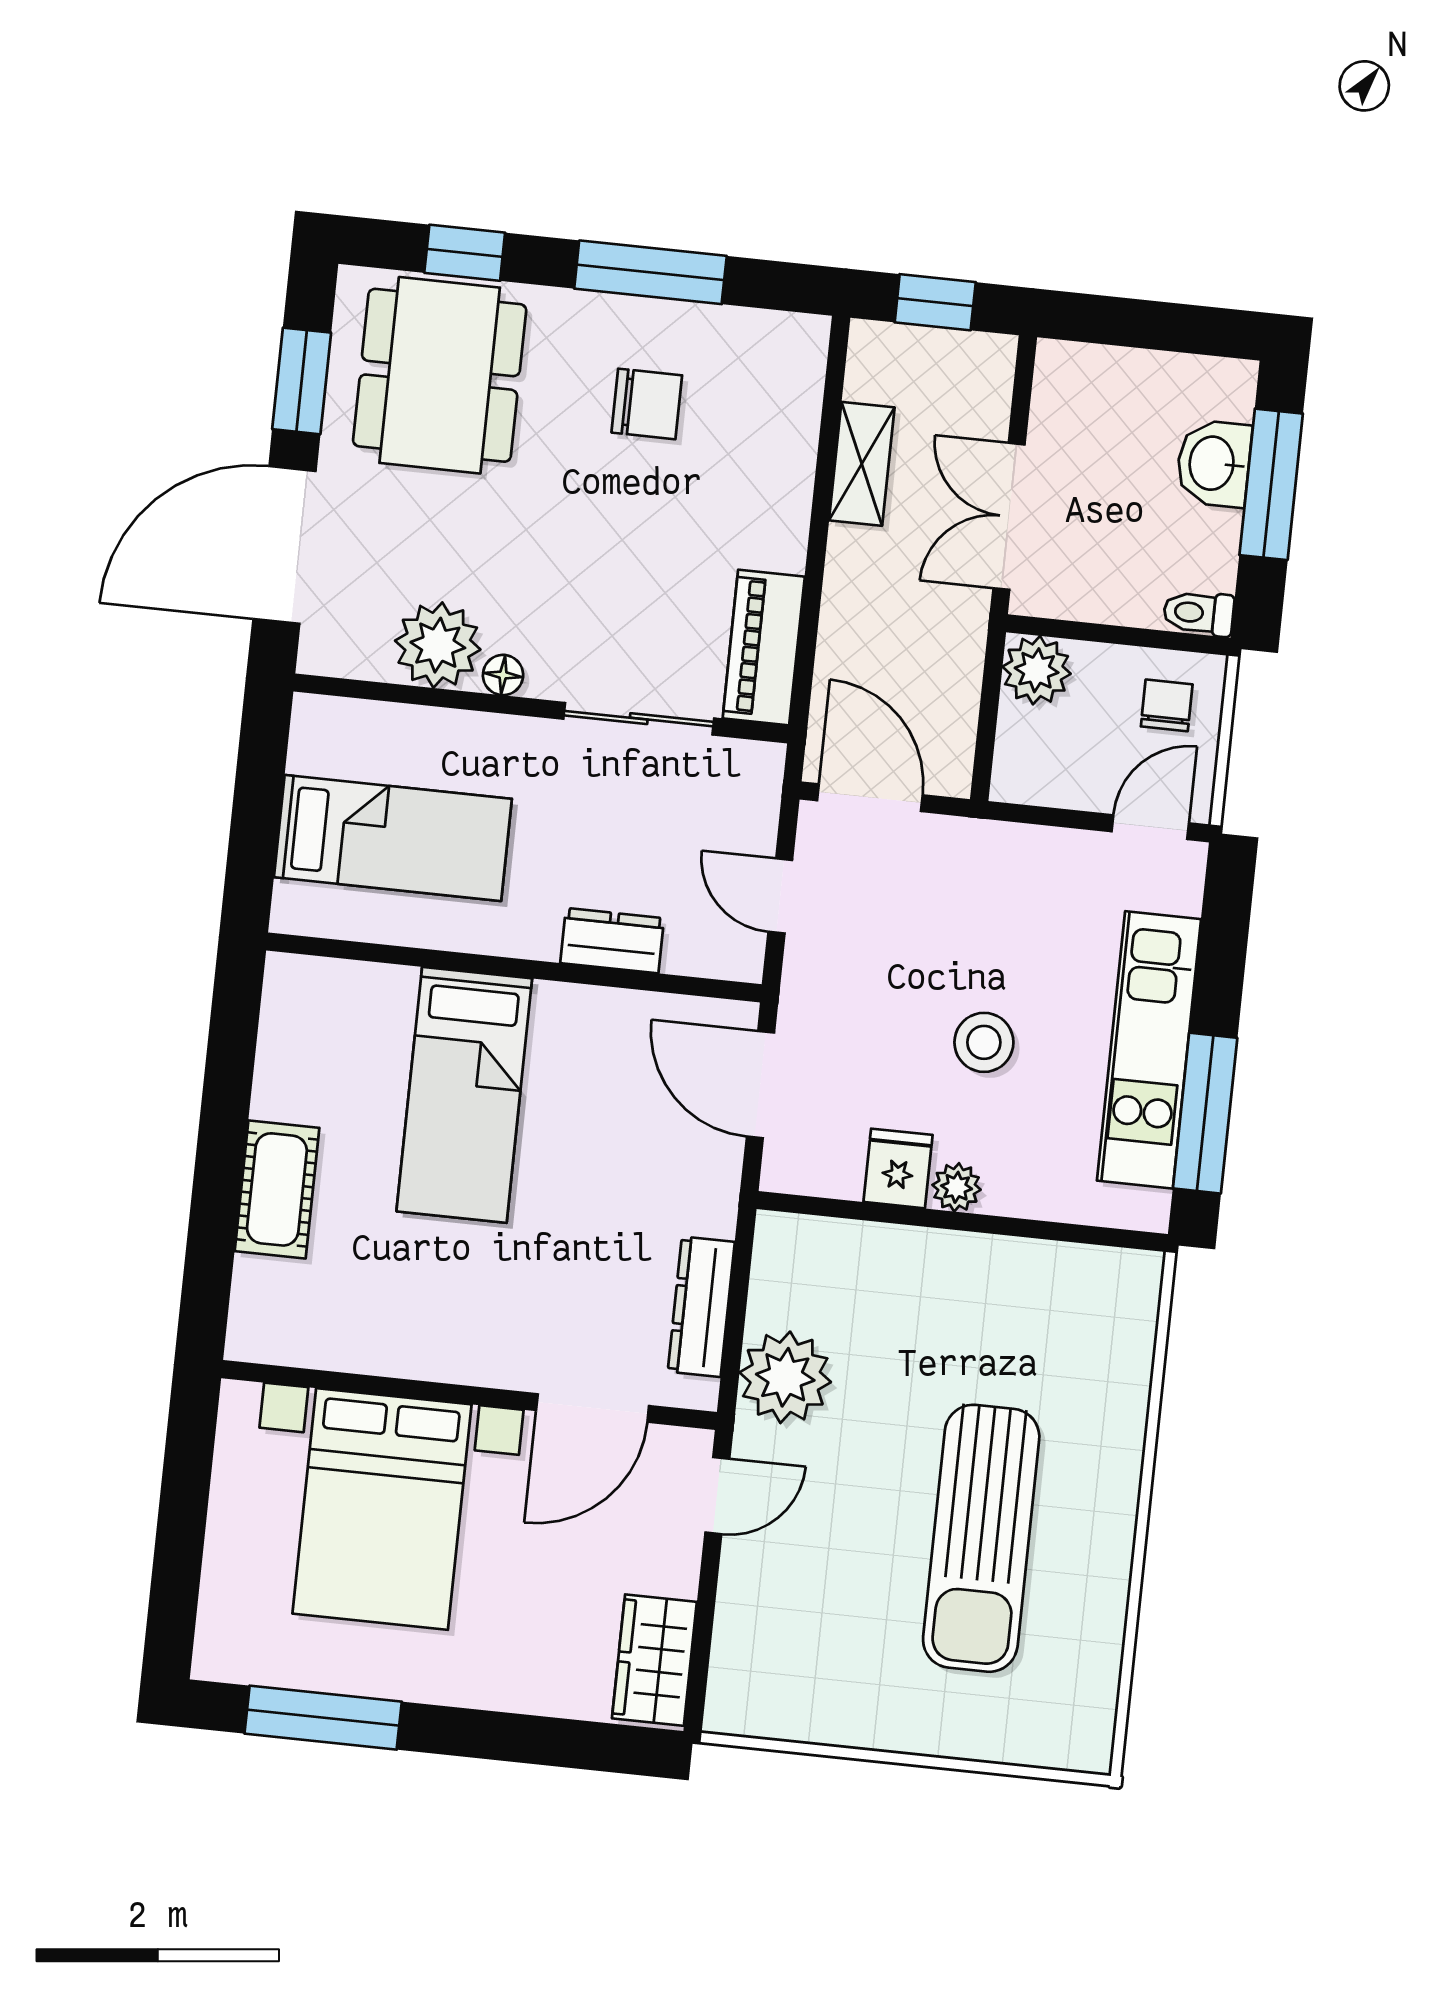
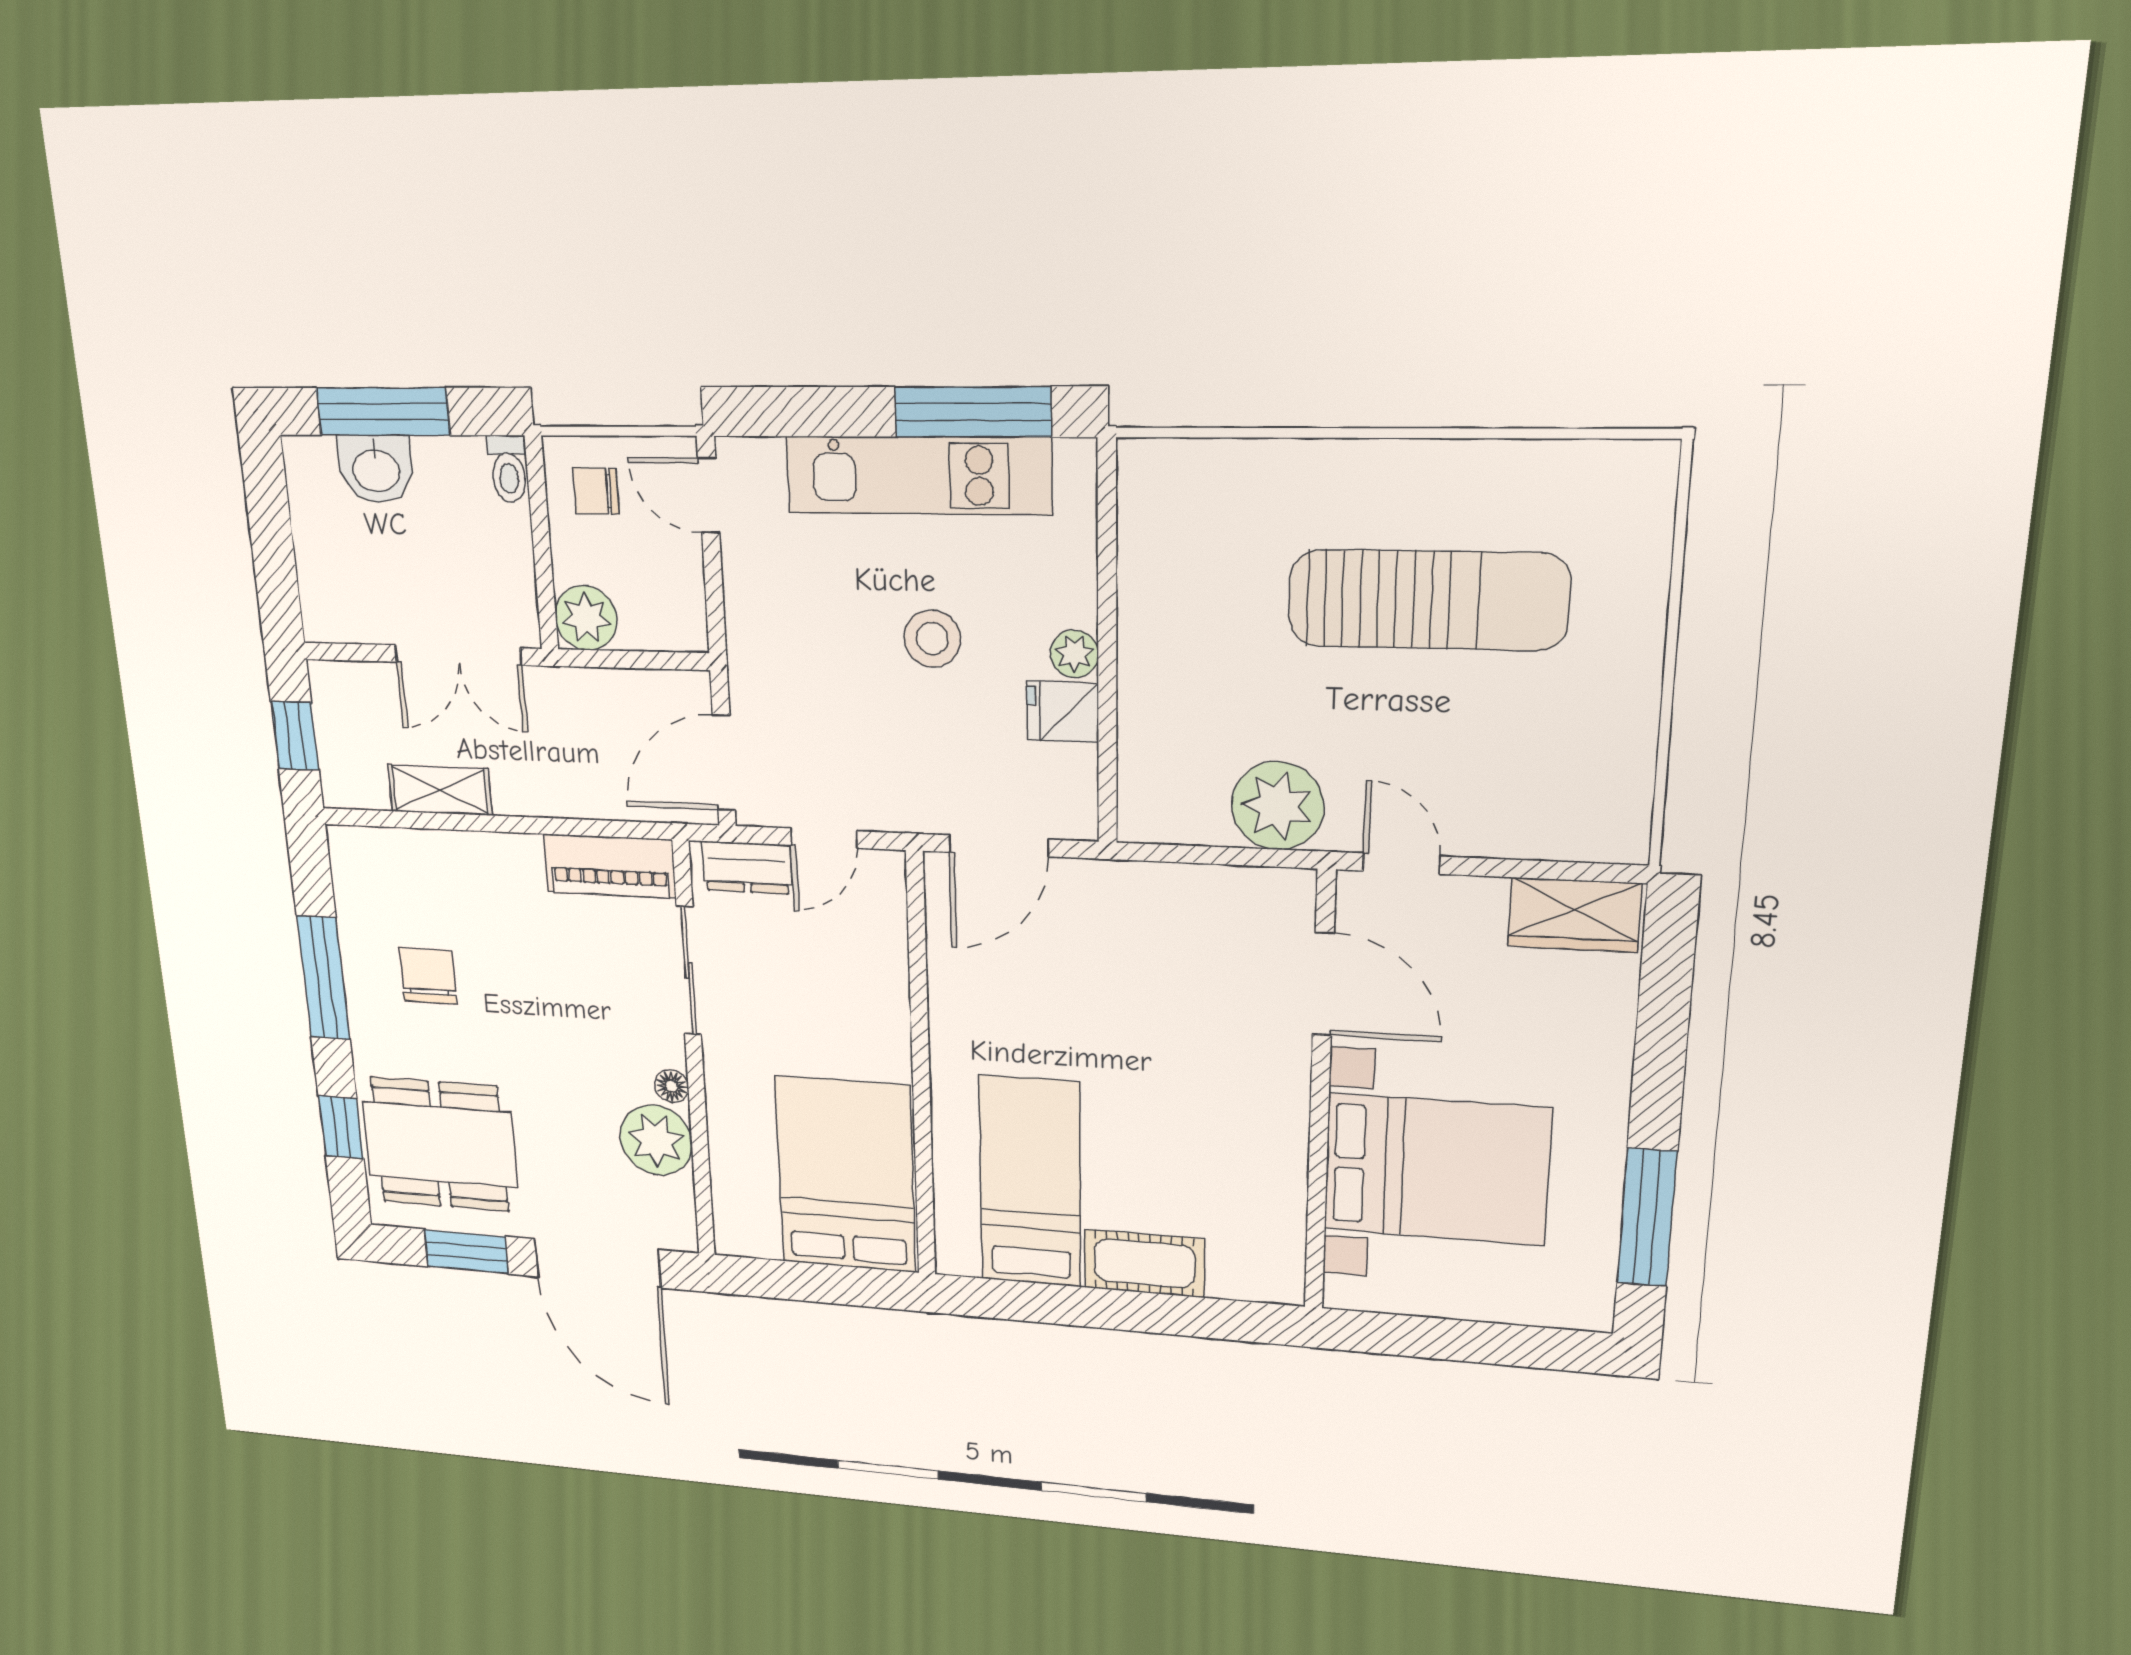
bed: (393, 838) -> (846, 1175), width x1.50
dresser: (612, 941) -> (747, 868), moved, turned -90
bed: (464, 1095) -> (1030, 1182), moved, turned -90
dresser: (701, 1307) -> (1216, 889), removed

